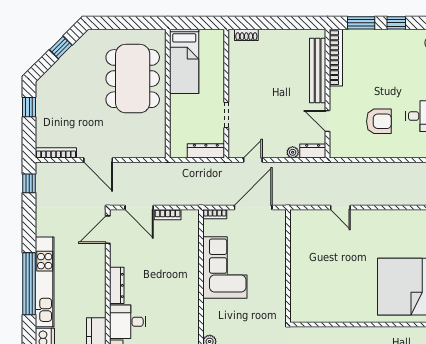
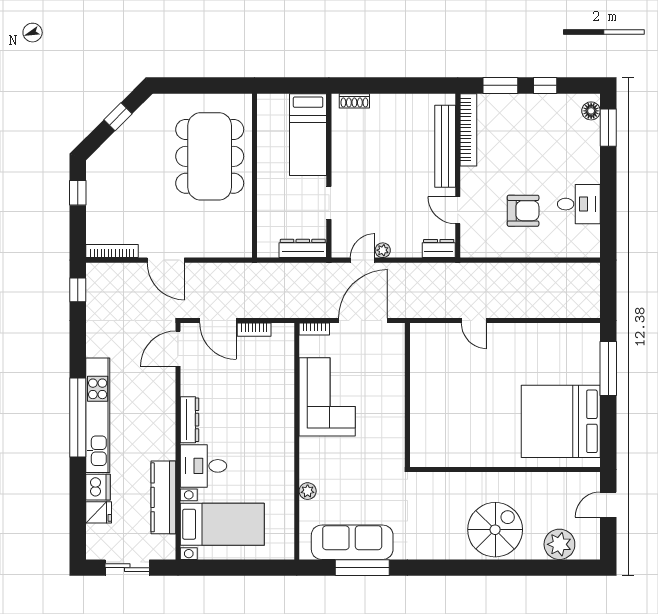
bed: (184, 61) -> (308, 135), moved
plant: (293, 152) -> (383, 250), moved

